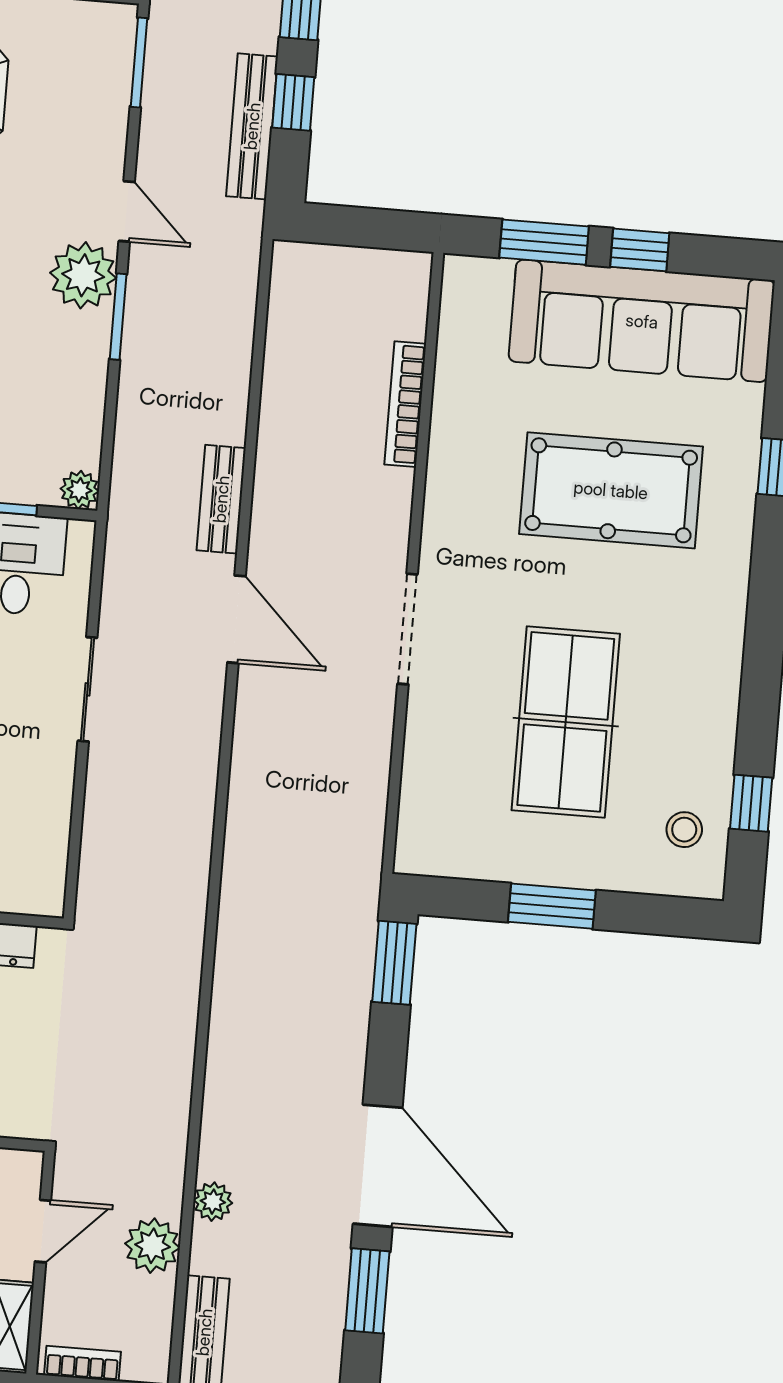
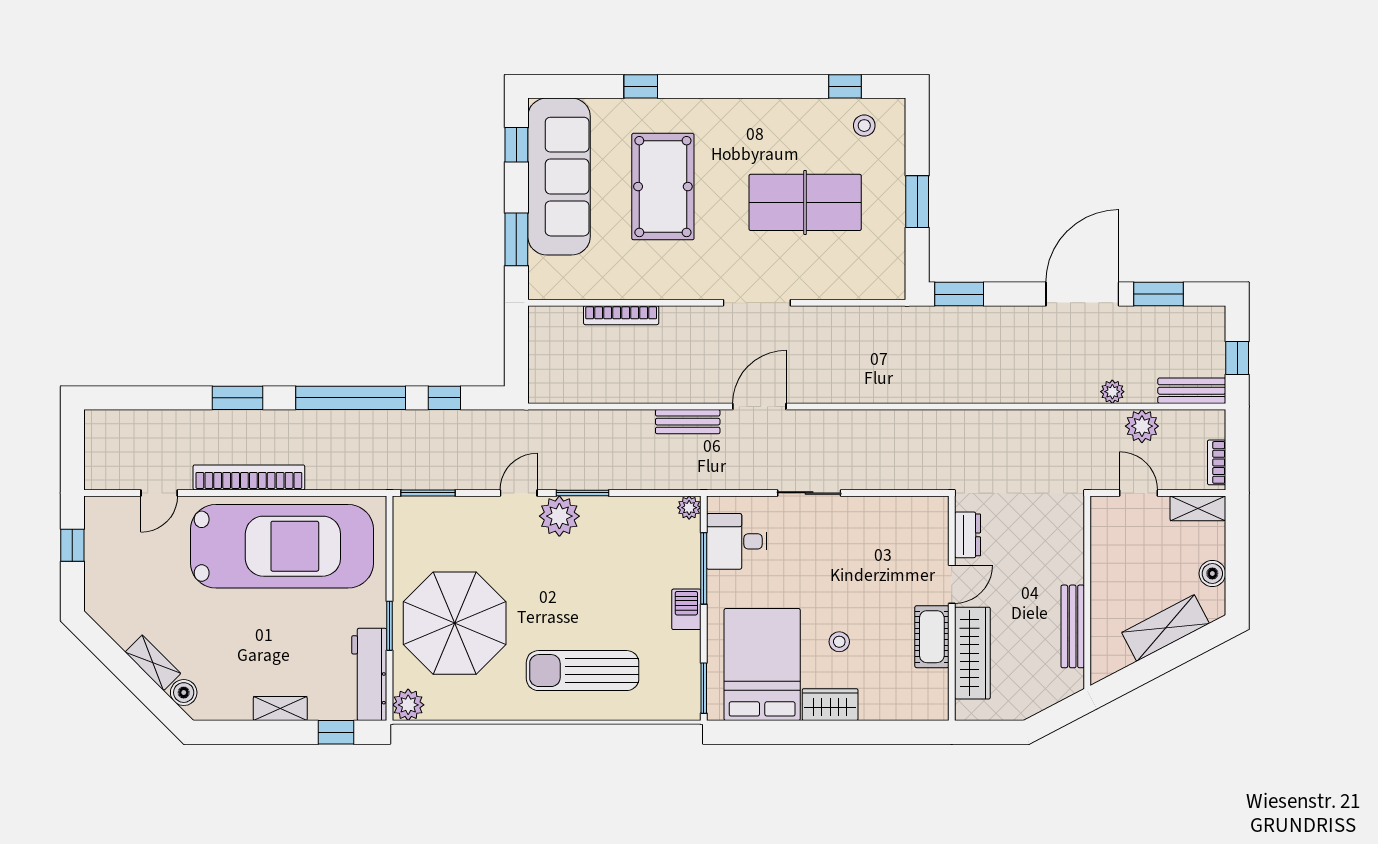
bench: (252, 126) -> (461, 422), removed
window: (640, 250) -> (516, 145), moved

